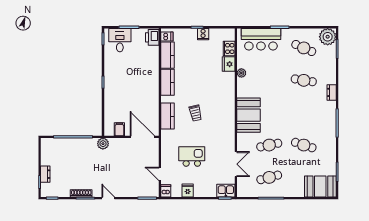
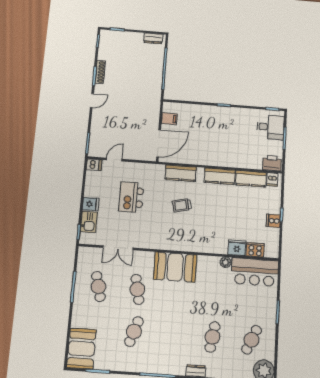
bar counter: (261, 39) -> (255, 272), moved, turned -90
plant: (103, 144) -> (154, 100), removed
kitchen island: (192, 157) -> (131, 197), turned 180
dresser: (45, 174) -> (153, 38), moved
fridge: (188, 190) -> (91, 204), moved
kitchen sink: (226, 191) -> (89, 222), moved

